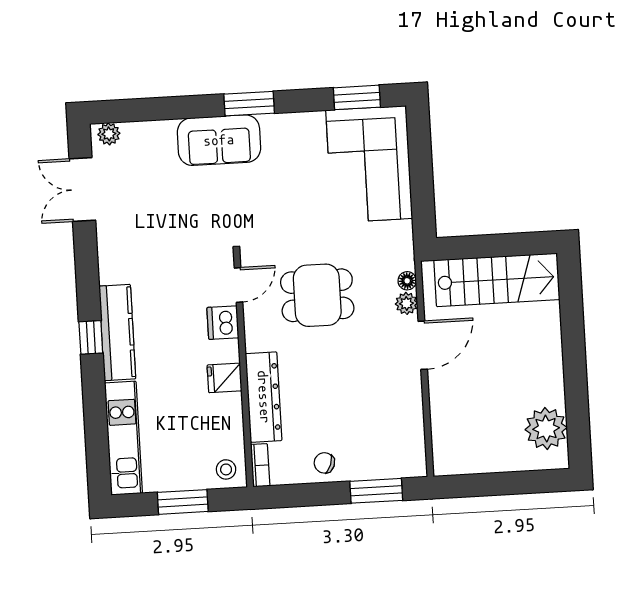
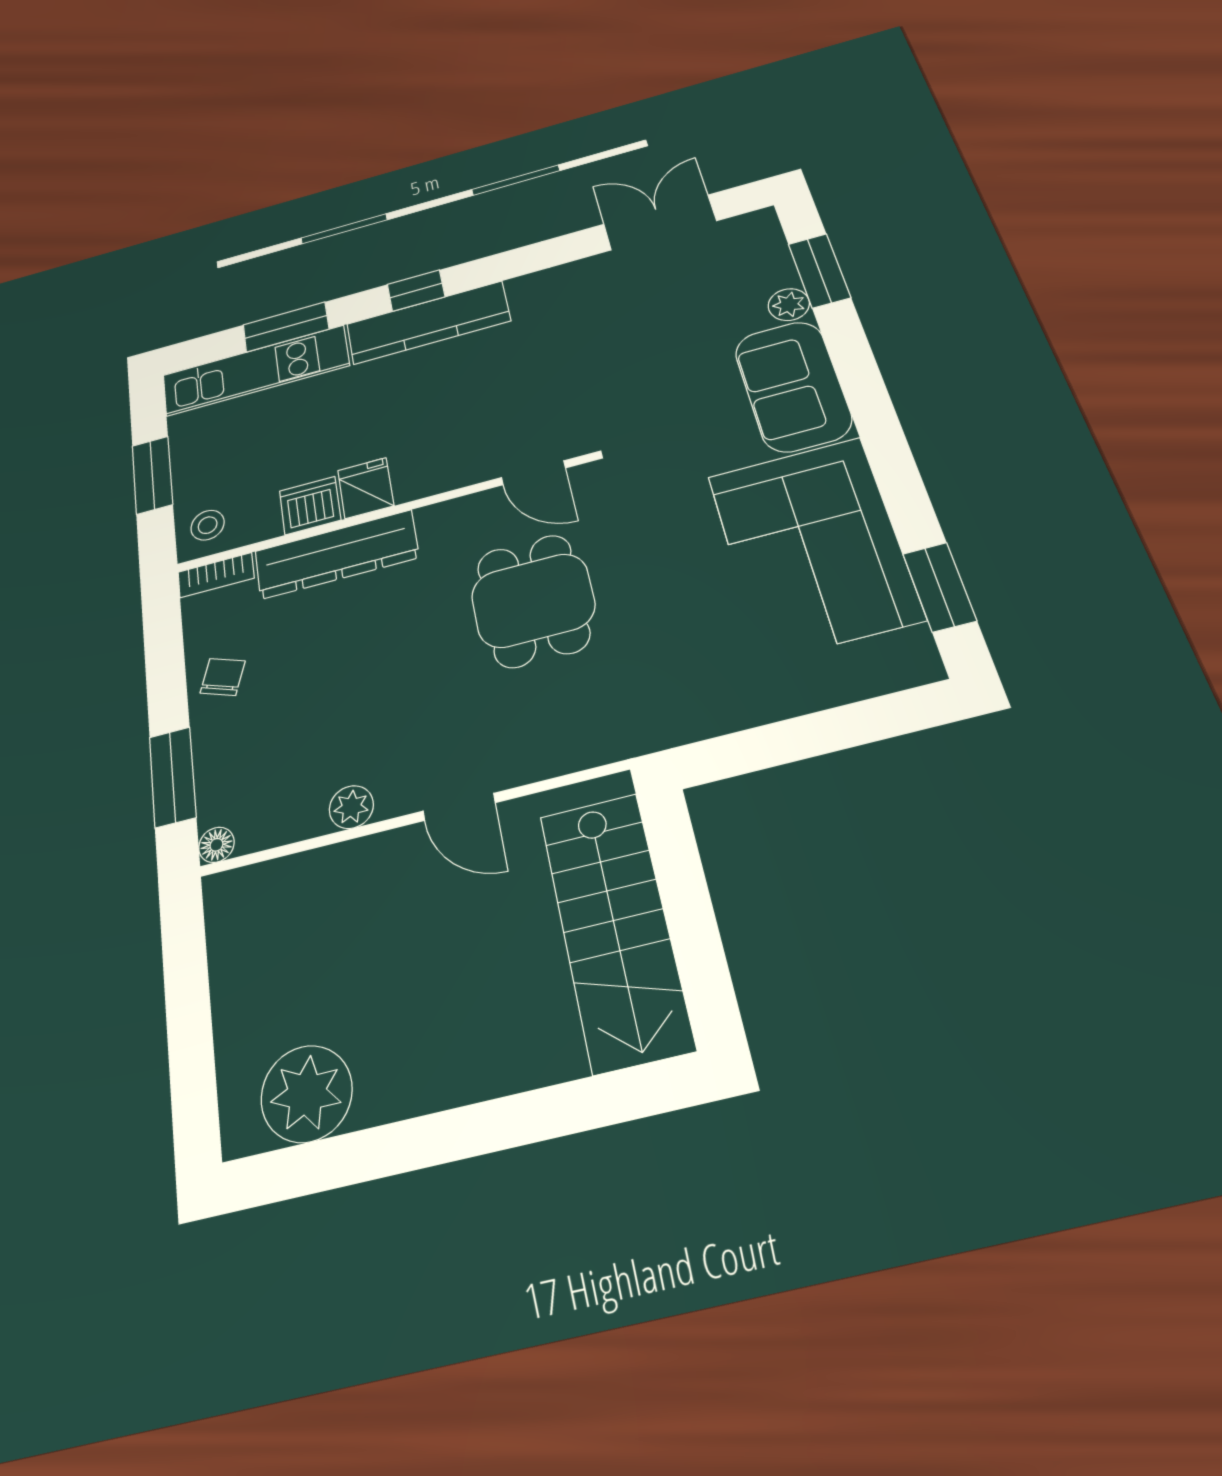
window: (249, 104) -> (819, 271), moved
plant: (109, 134) -> (789, 305), moved
corner sofa: (369, 164) -> (813, 546), moved, turned -90
floor lamp: (407, 281) -> (216, 845), moved
plant: (406, 303) -> (351, 807), moved
dishwasher: (223, 323) -> (310, 505), moved
door: (423, 345) -> (459, 807), width x0.73
window: (95, 418) -> (286, 327), added

